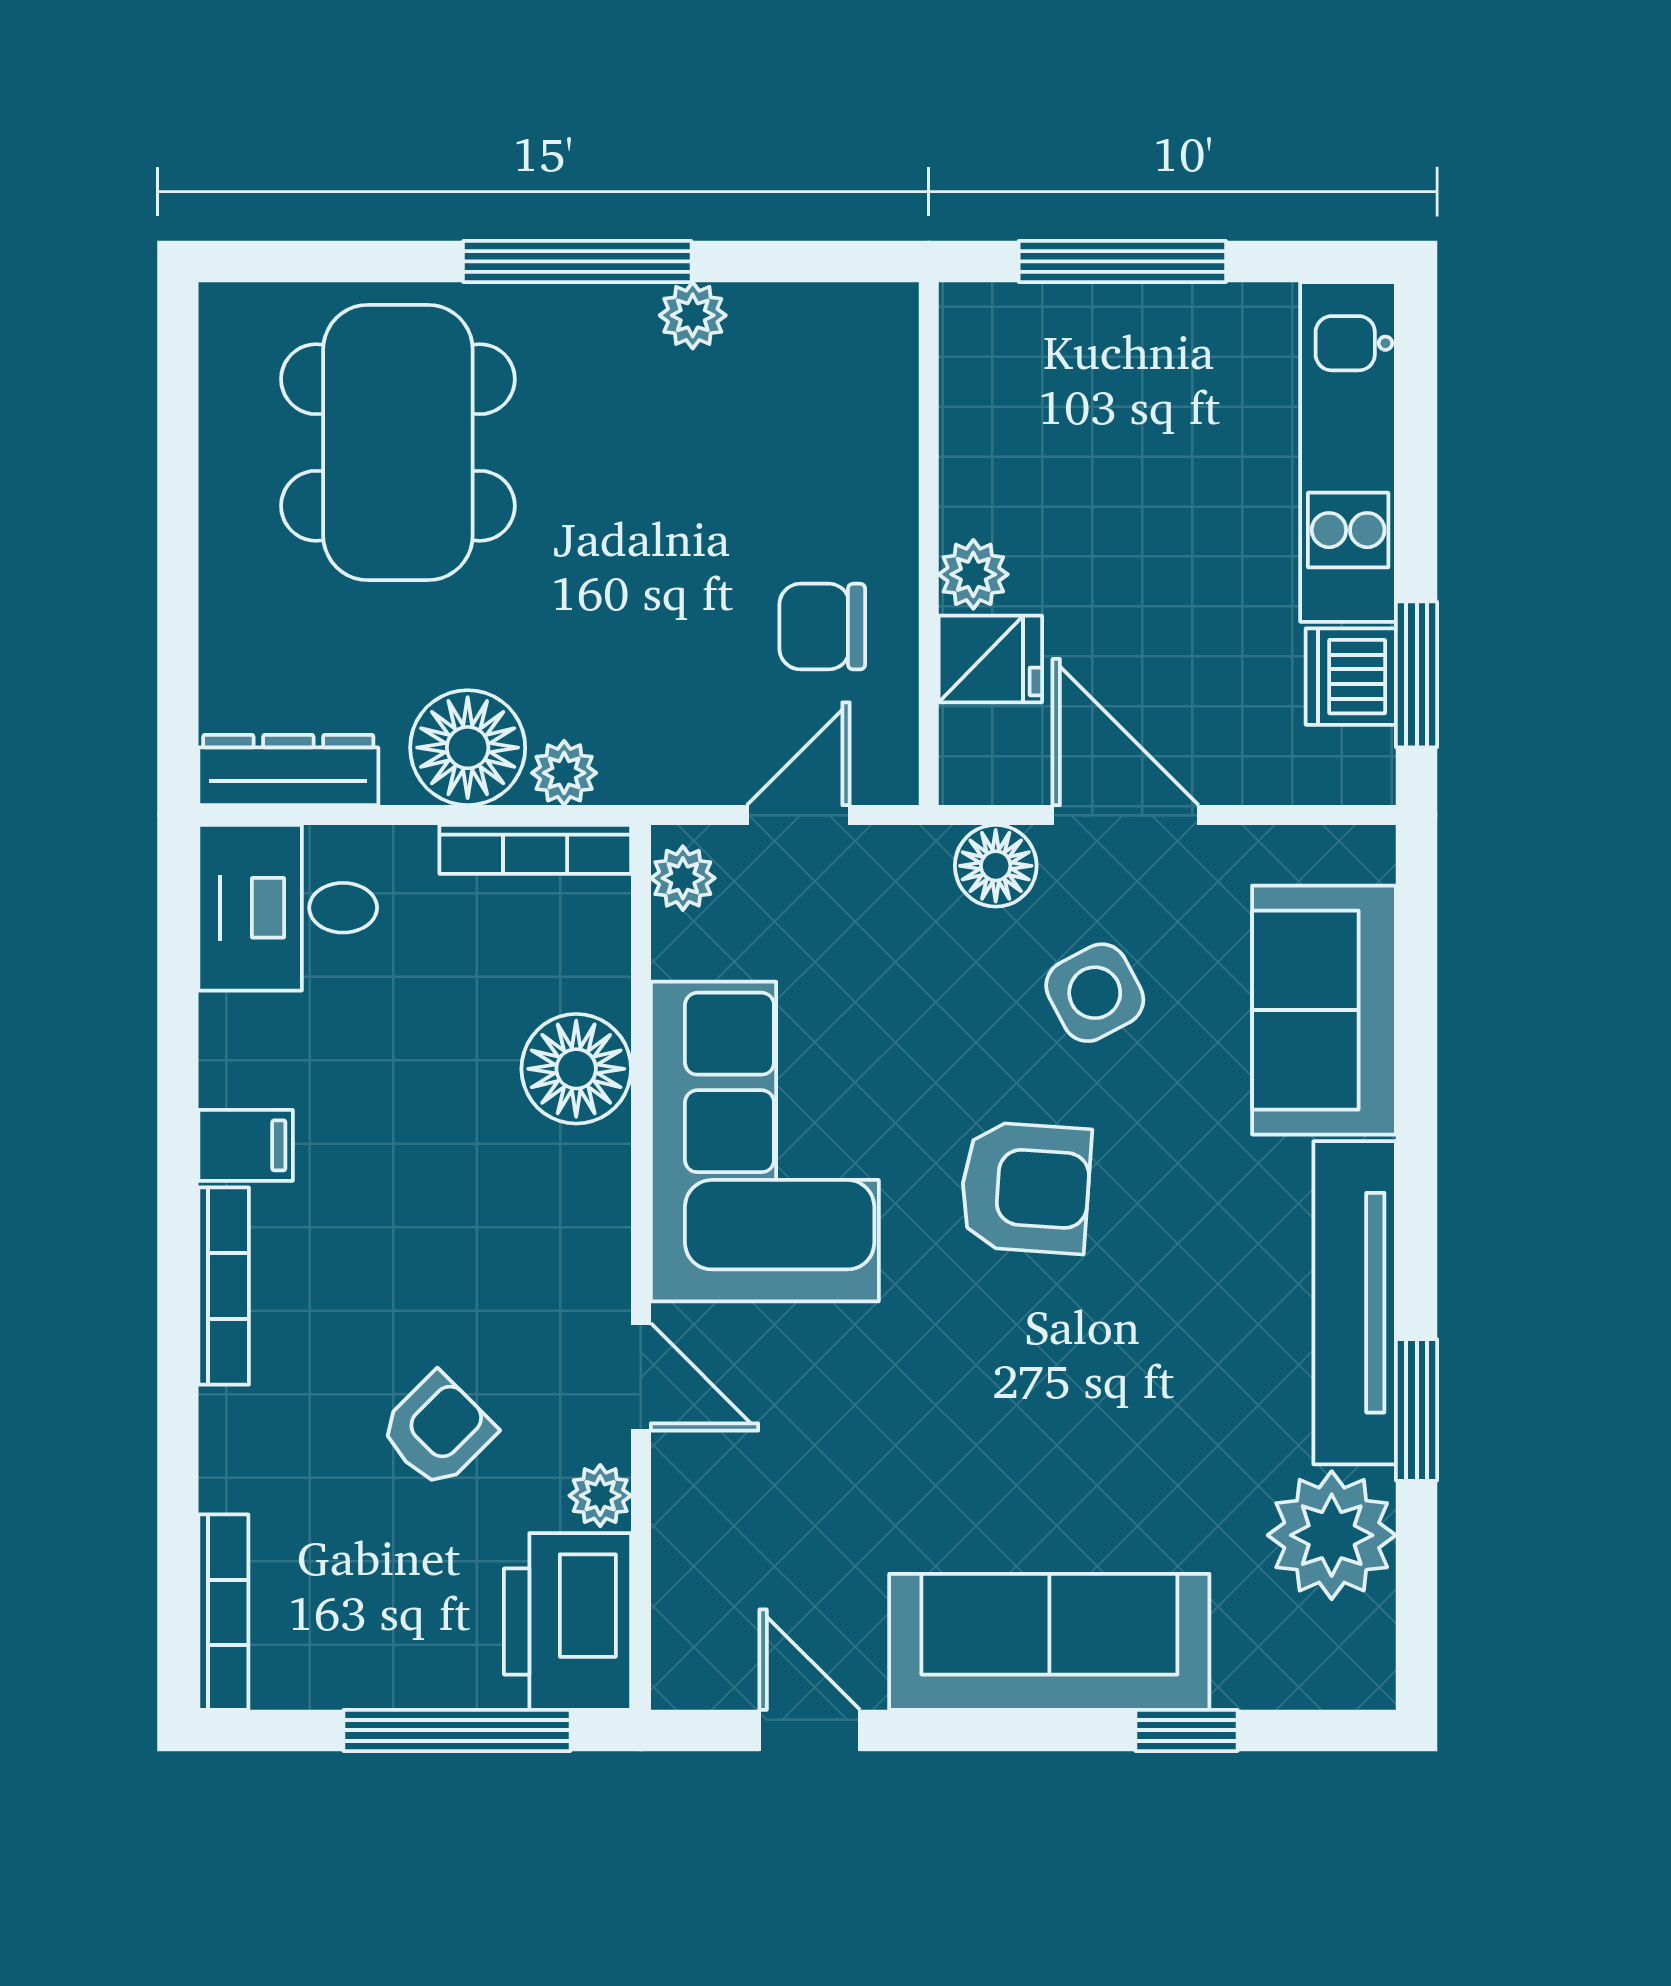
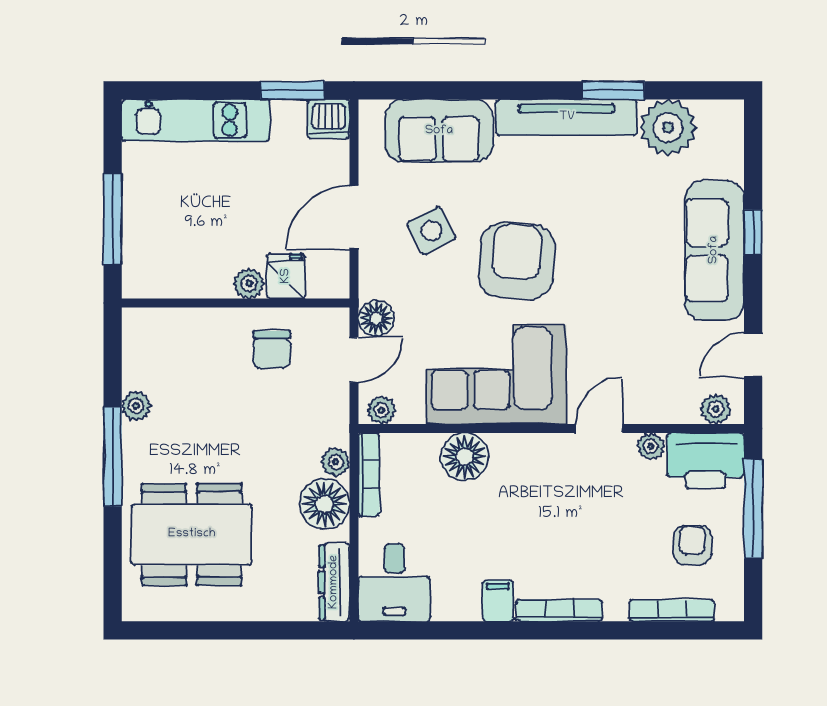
dishwasher: (1351, 677) -> (329, 119), moved
door: (798, 815) -> (354, 360), swing flipped
floor lamp: (996, 866) -> (376, 318), moved
armchair: (1025, 1188) -> (516, 261), width x1.36, depth x1.36
armchair: (437, 1430) -> (692, 545), moved, turned 45
bookcase: (223, 1612) -> (672, 611), moved
plant: (685, 1645) -> (716, 409), added
window: (1187, 1730) -> (753, 232), moved

